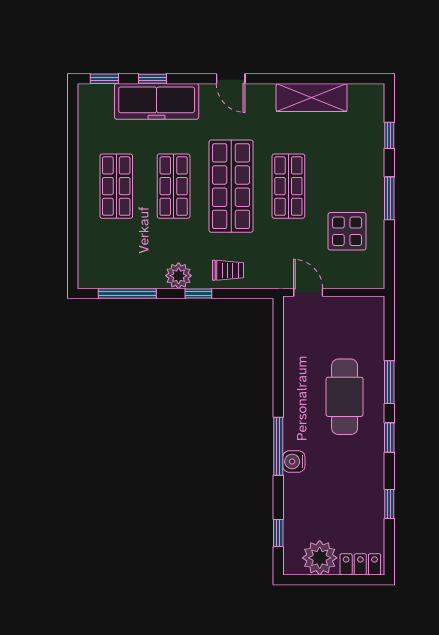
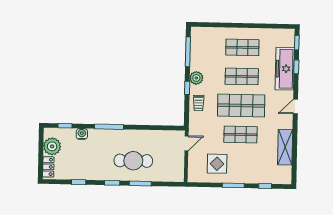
water cooler: (294, 461) -> (82, 134), moved

